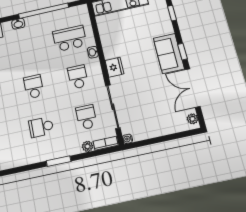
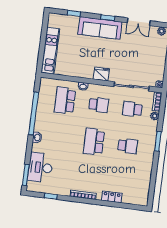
sofa: (169, 54) -> (100, 28), width x1.36
school desk: (78, 77) -> (99, 105), turned 180
school desk: (34, 87) -> (94, 142), width x1.85
double door: (192, 88) -> (139, 22), width x0.73
school desk: (41, 127) -> (128, 146), turned -90

